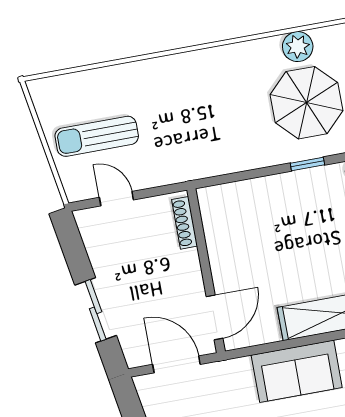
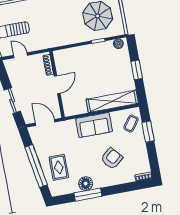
door: (215, 317) -> (57, 85), moved

